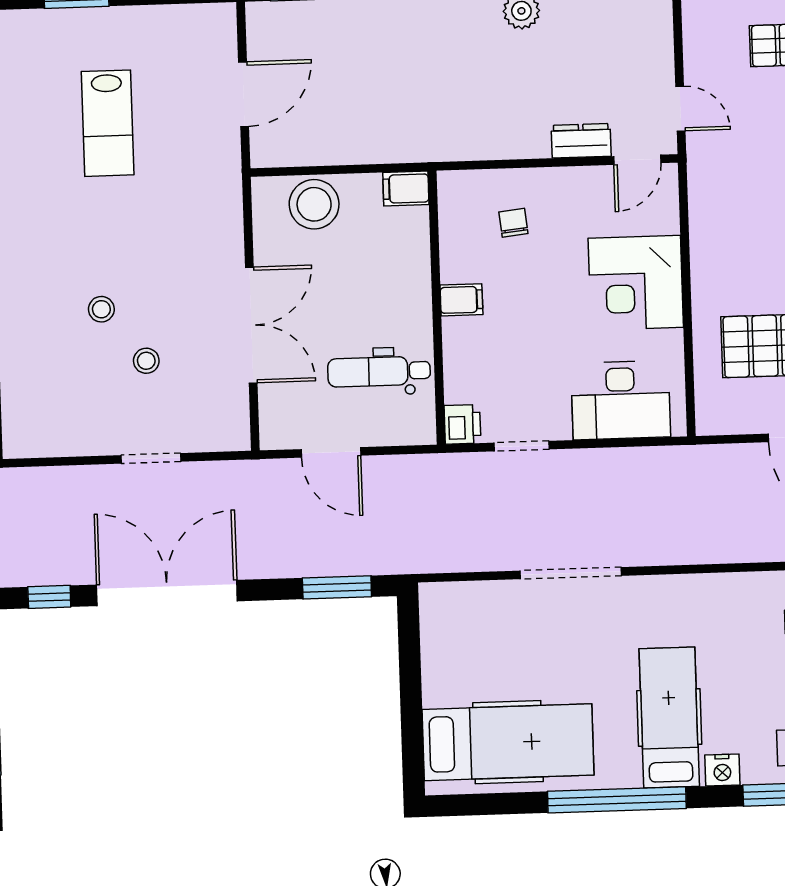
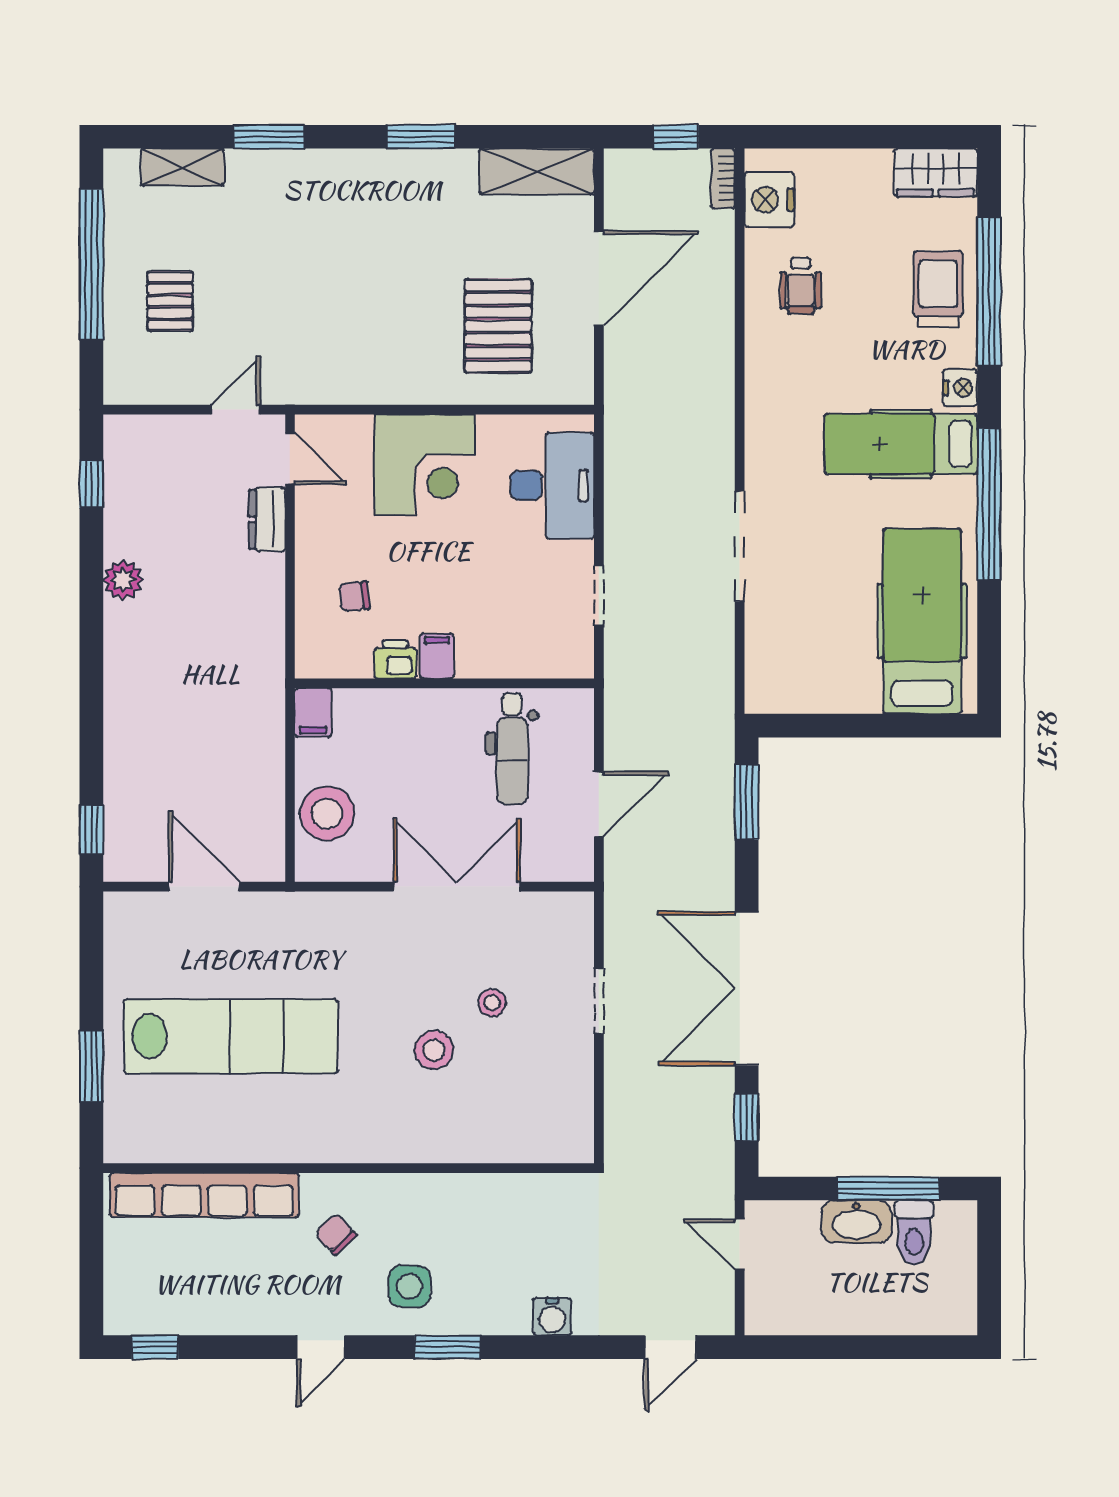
lab bench: (108, 123) -> (231, 1036), width x1.86, depth x1.39
stool: (101, 309) -> (434, 1050), width x1.37, depth x1.37
printer: (462, 424) -> (395, 659), moved

